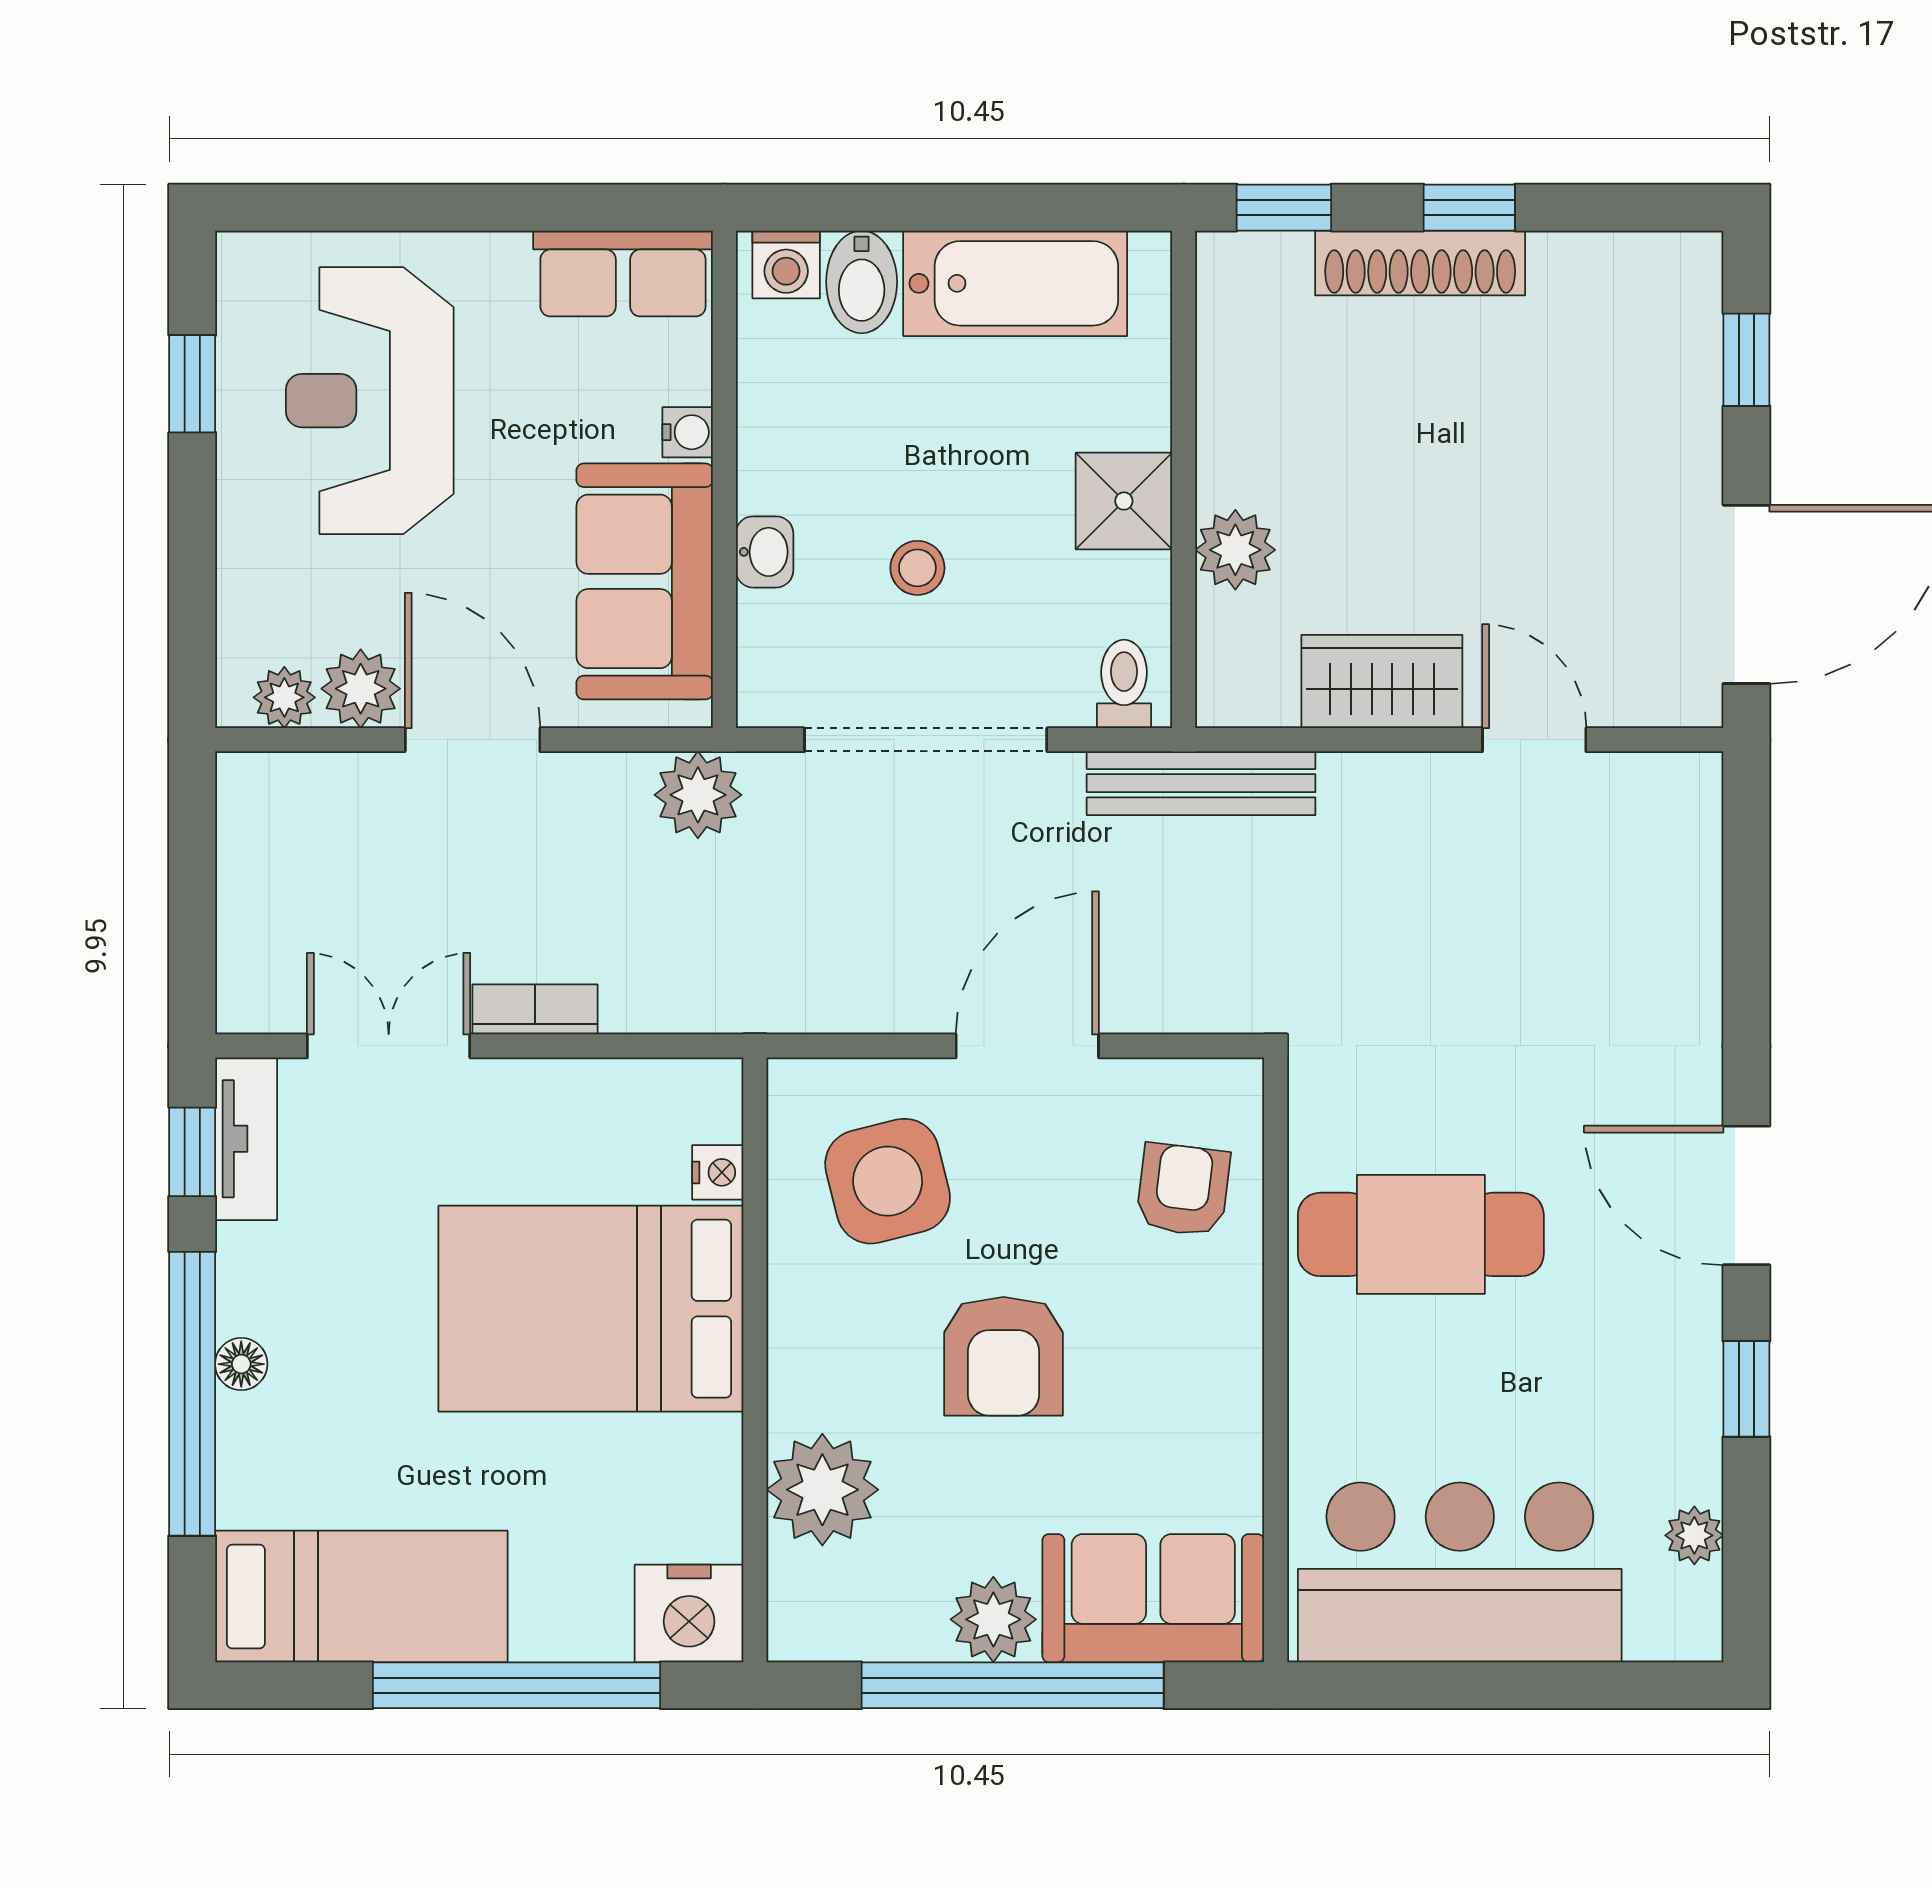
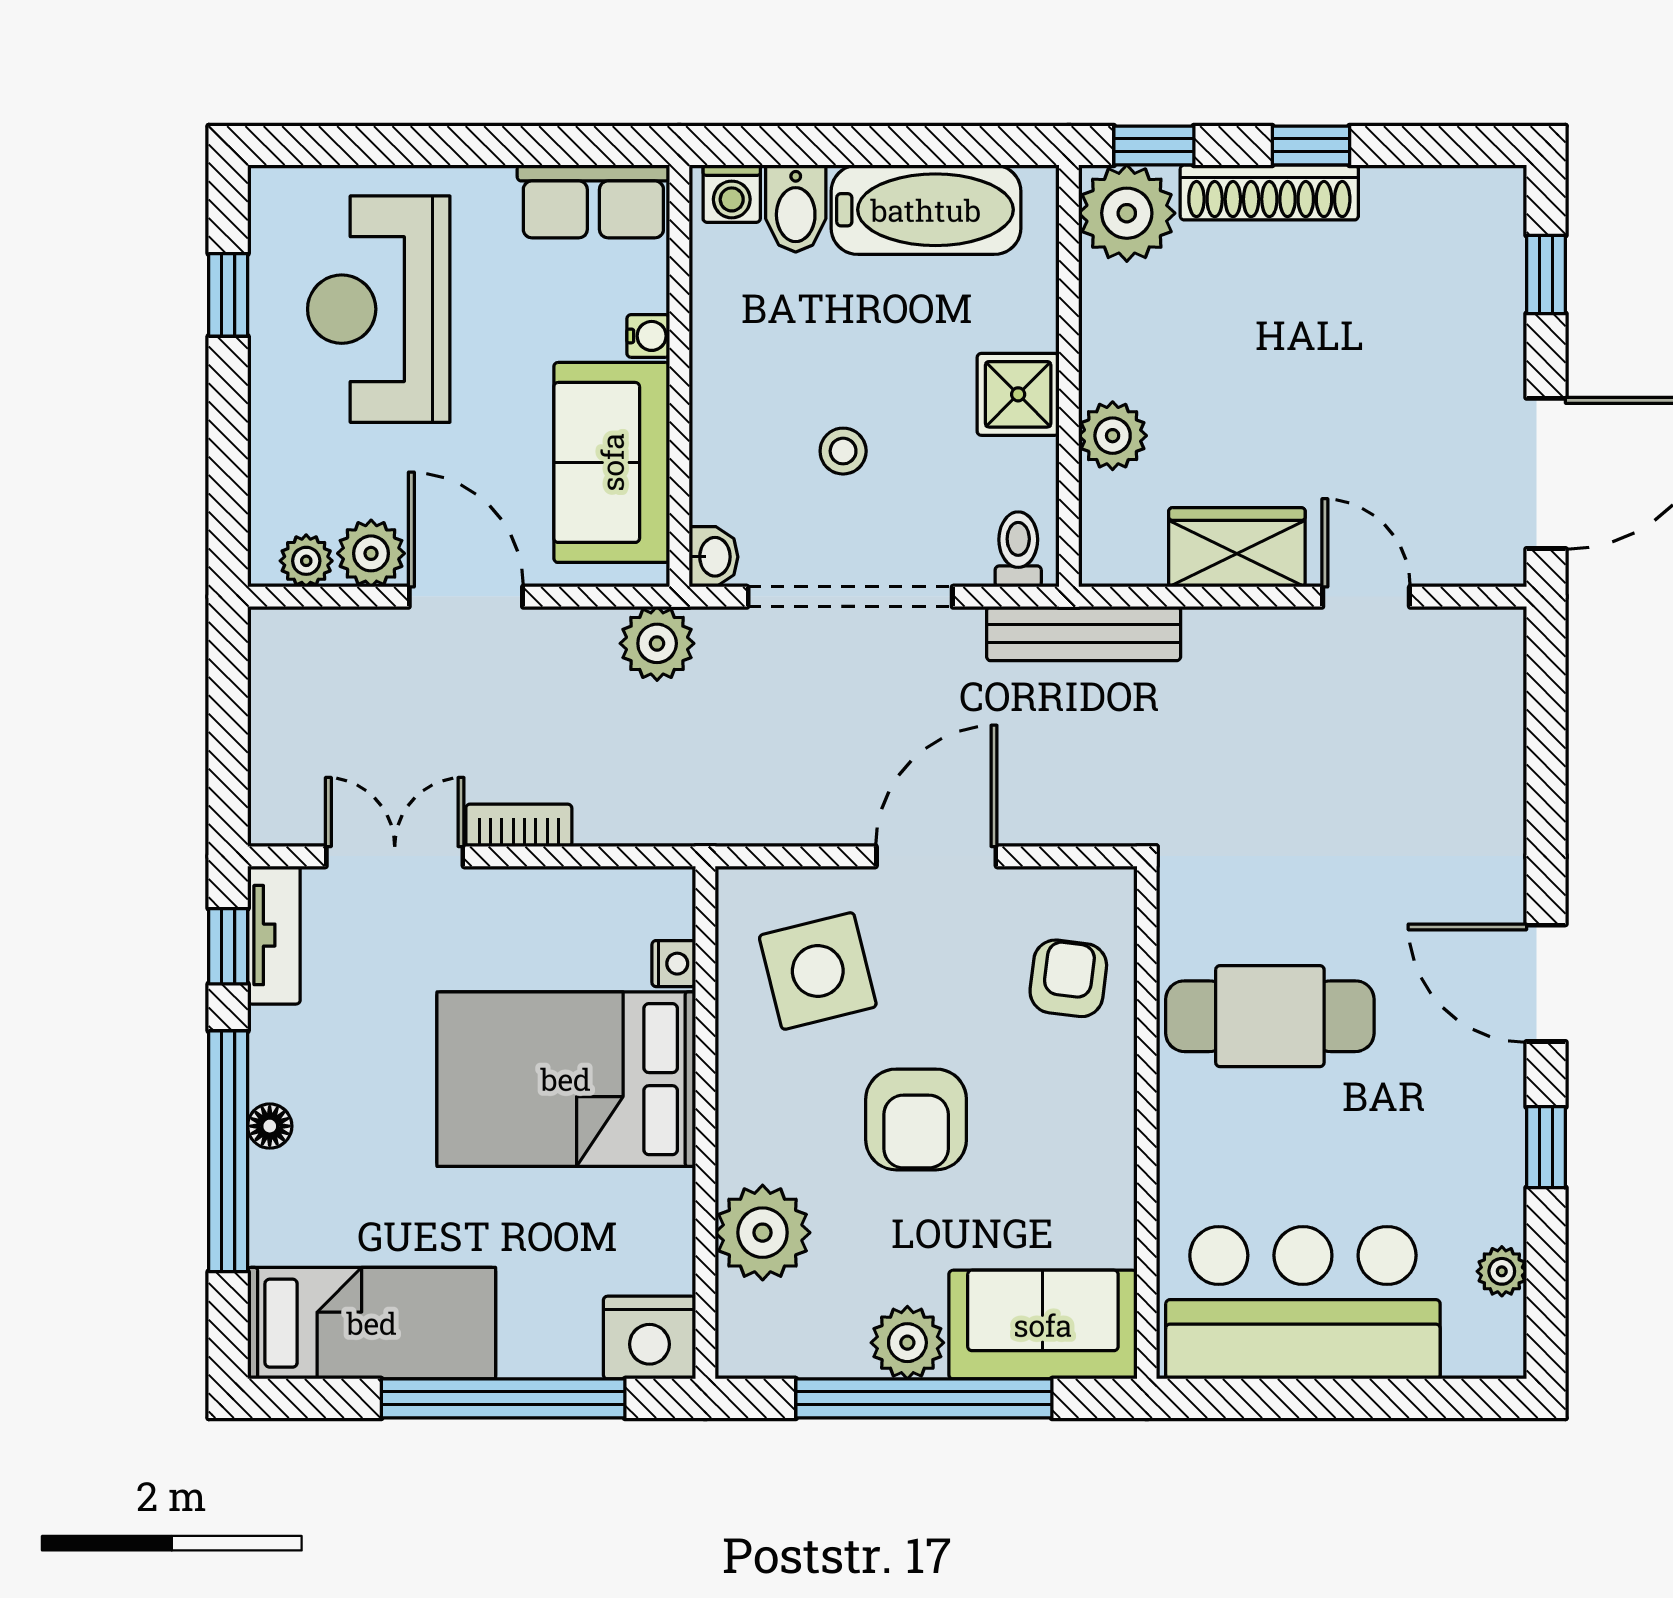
plant: (1252, 287) -> (1127, 213), added
washbasin: (765, 552) -> (713, 557), moved

